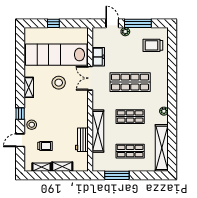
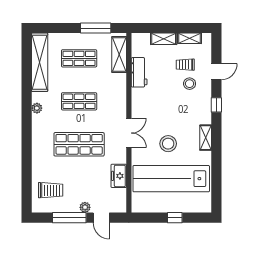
lab bench: (56, 55) -> (171, 179), turned 180
double door: (90, 78) -> (129, 133), moved
stool: (32, 125) -> (190, 84), moved
shelving: (98, 131) -> (119, 55), moved, width x0.68

